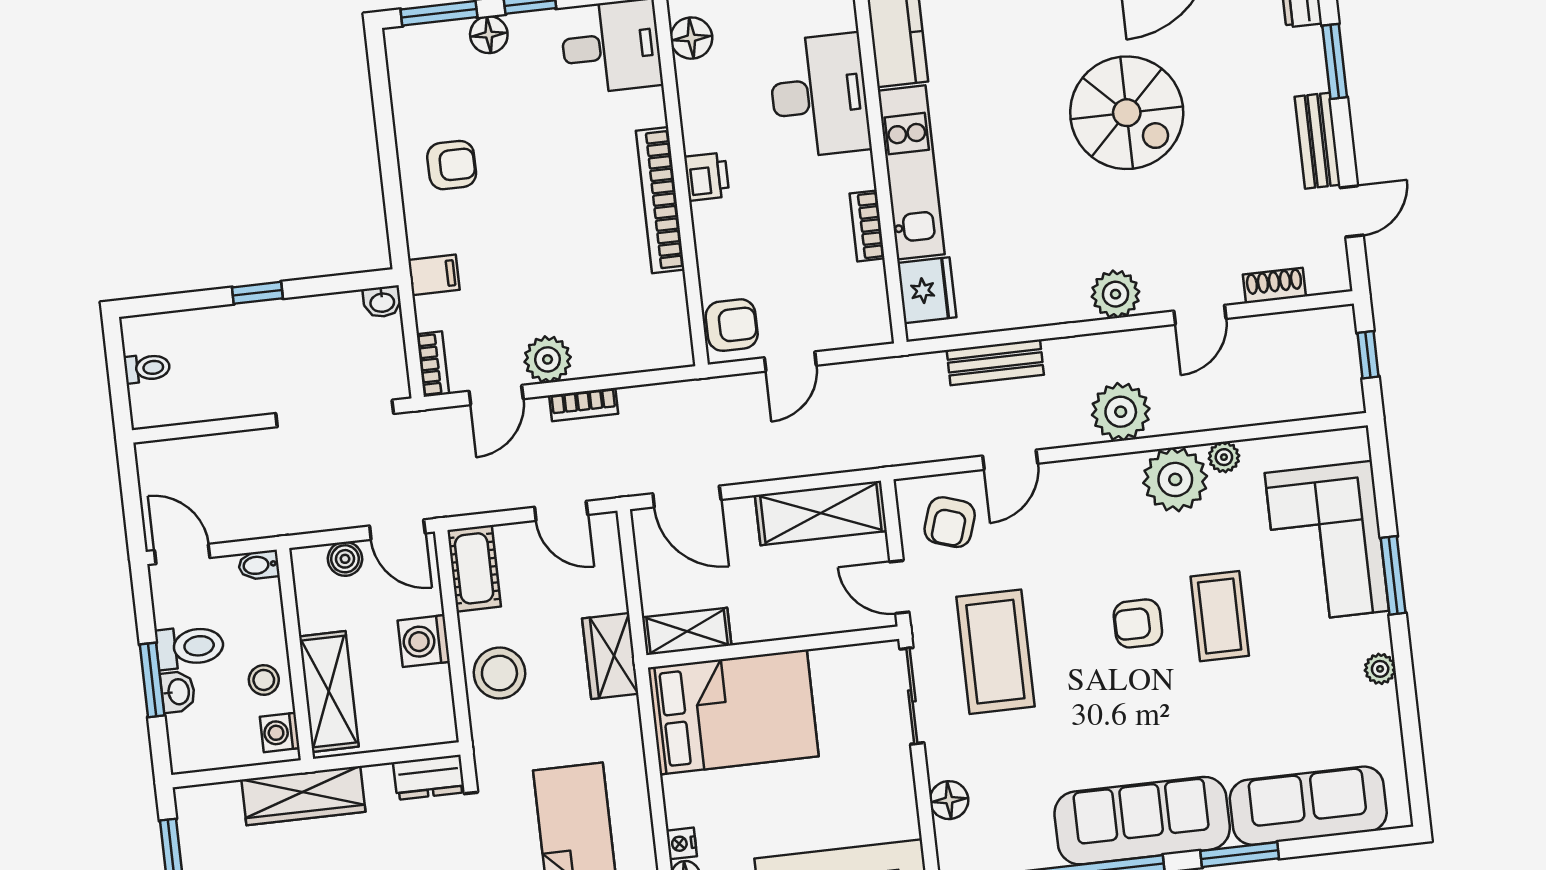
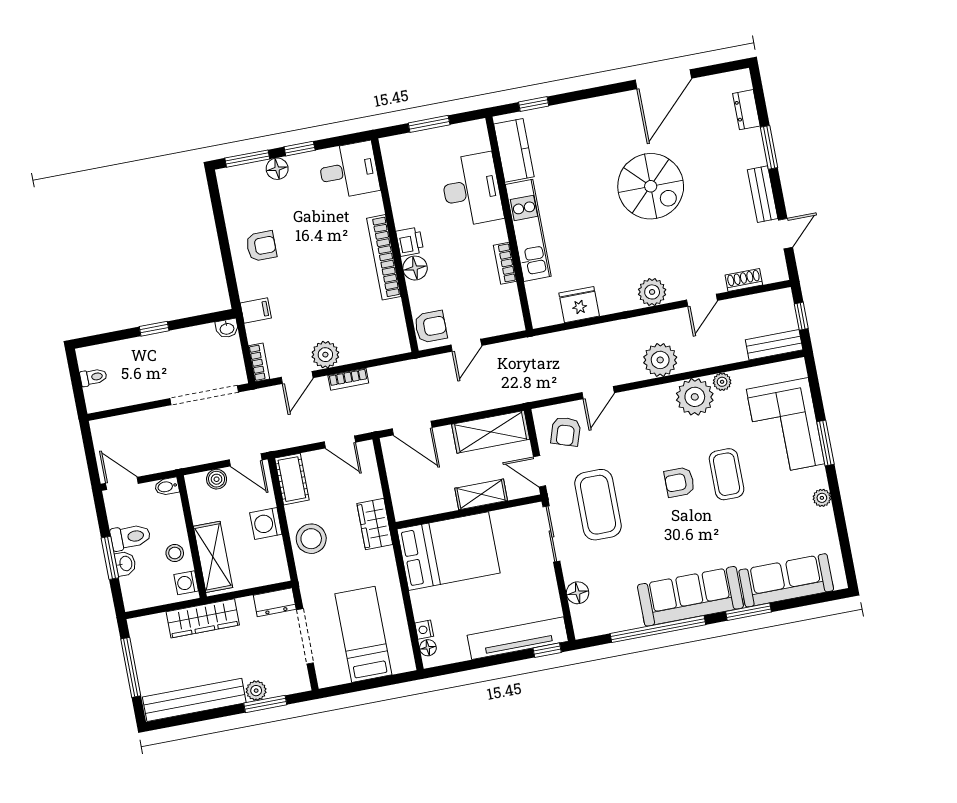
floor lamp: (691, 38) -> (415, 268), moved
fridge: (927, 290) -> (579, 305), moved, turned -90
bench: (995, 362) -> (774, 345), moved
shelving: (687, 631) -> (481, 494), moved

